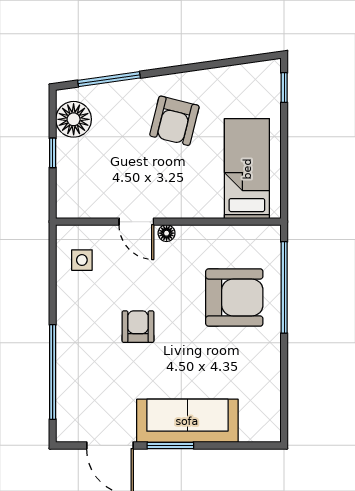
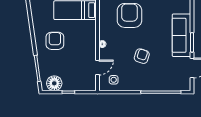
armchair: (174, 121) -> (55, 41), turned -104
door: (136, 222) -> (97, 68), moved
armchair: (138, 327) -> (142, 56), turned 108

